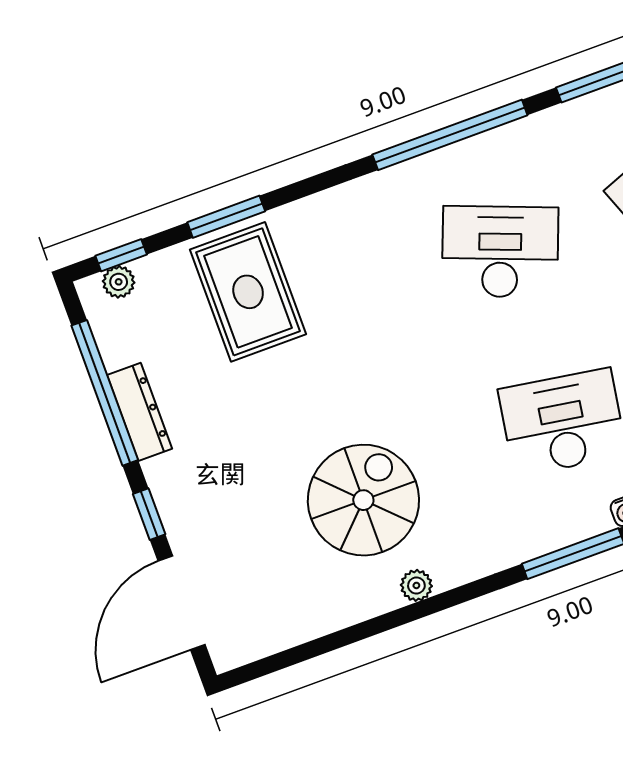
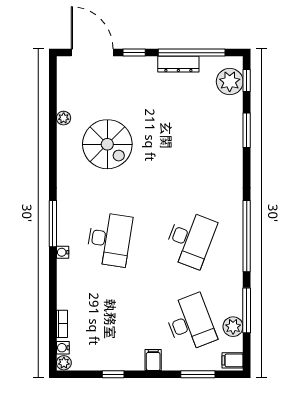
plant: (119, 282) -> (230, 82), width x1.88, depth x1.88
rug: (248, 292) -> (212, 128), removed
plant: (416, 585) -> (64, 118), moved

